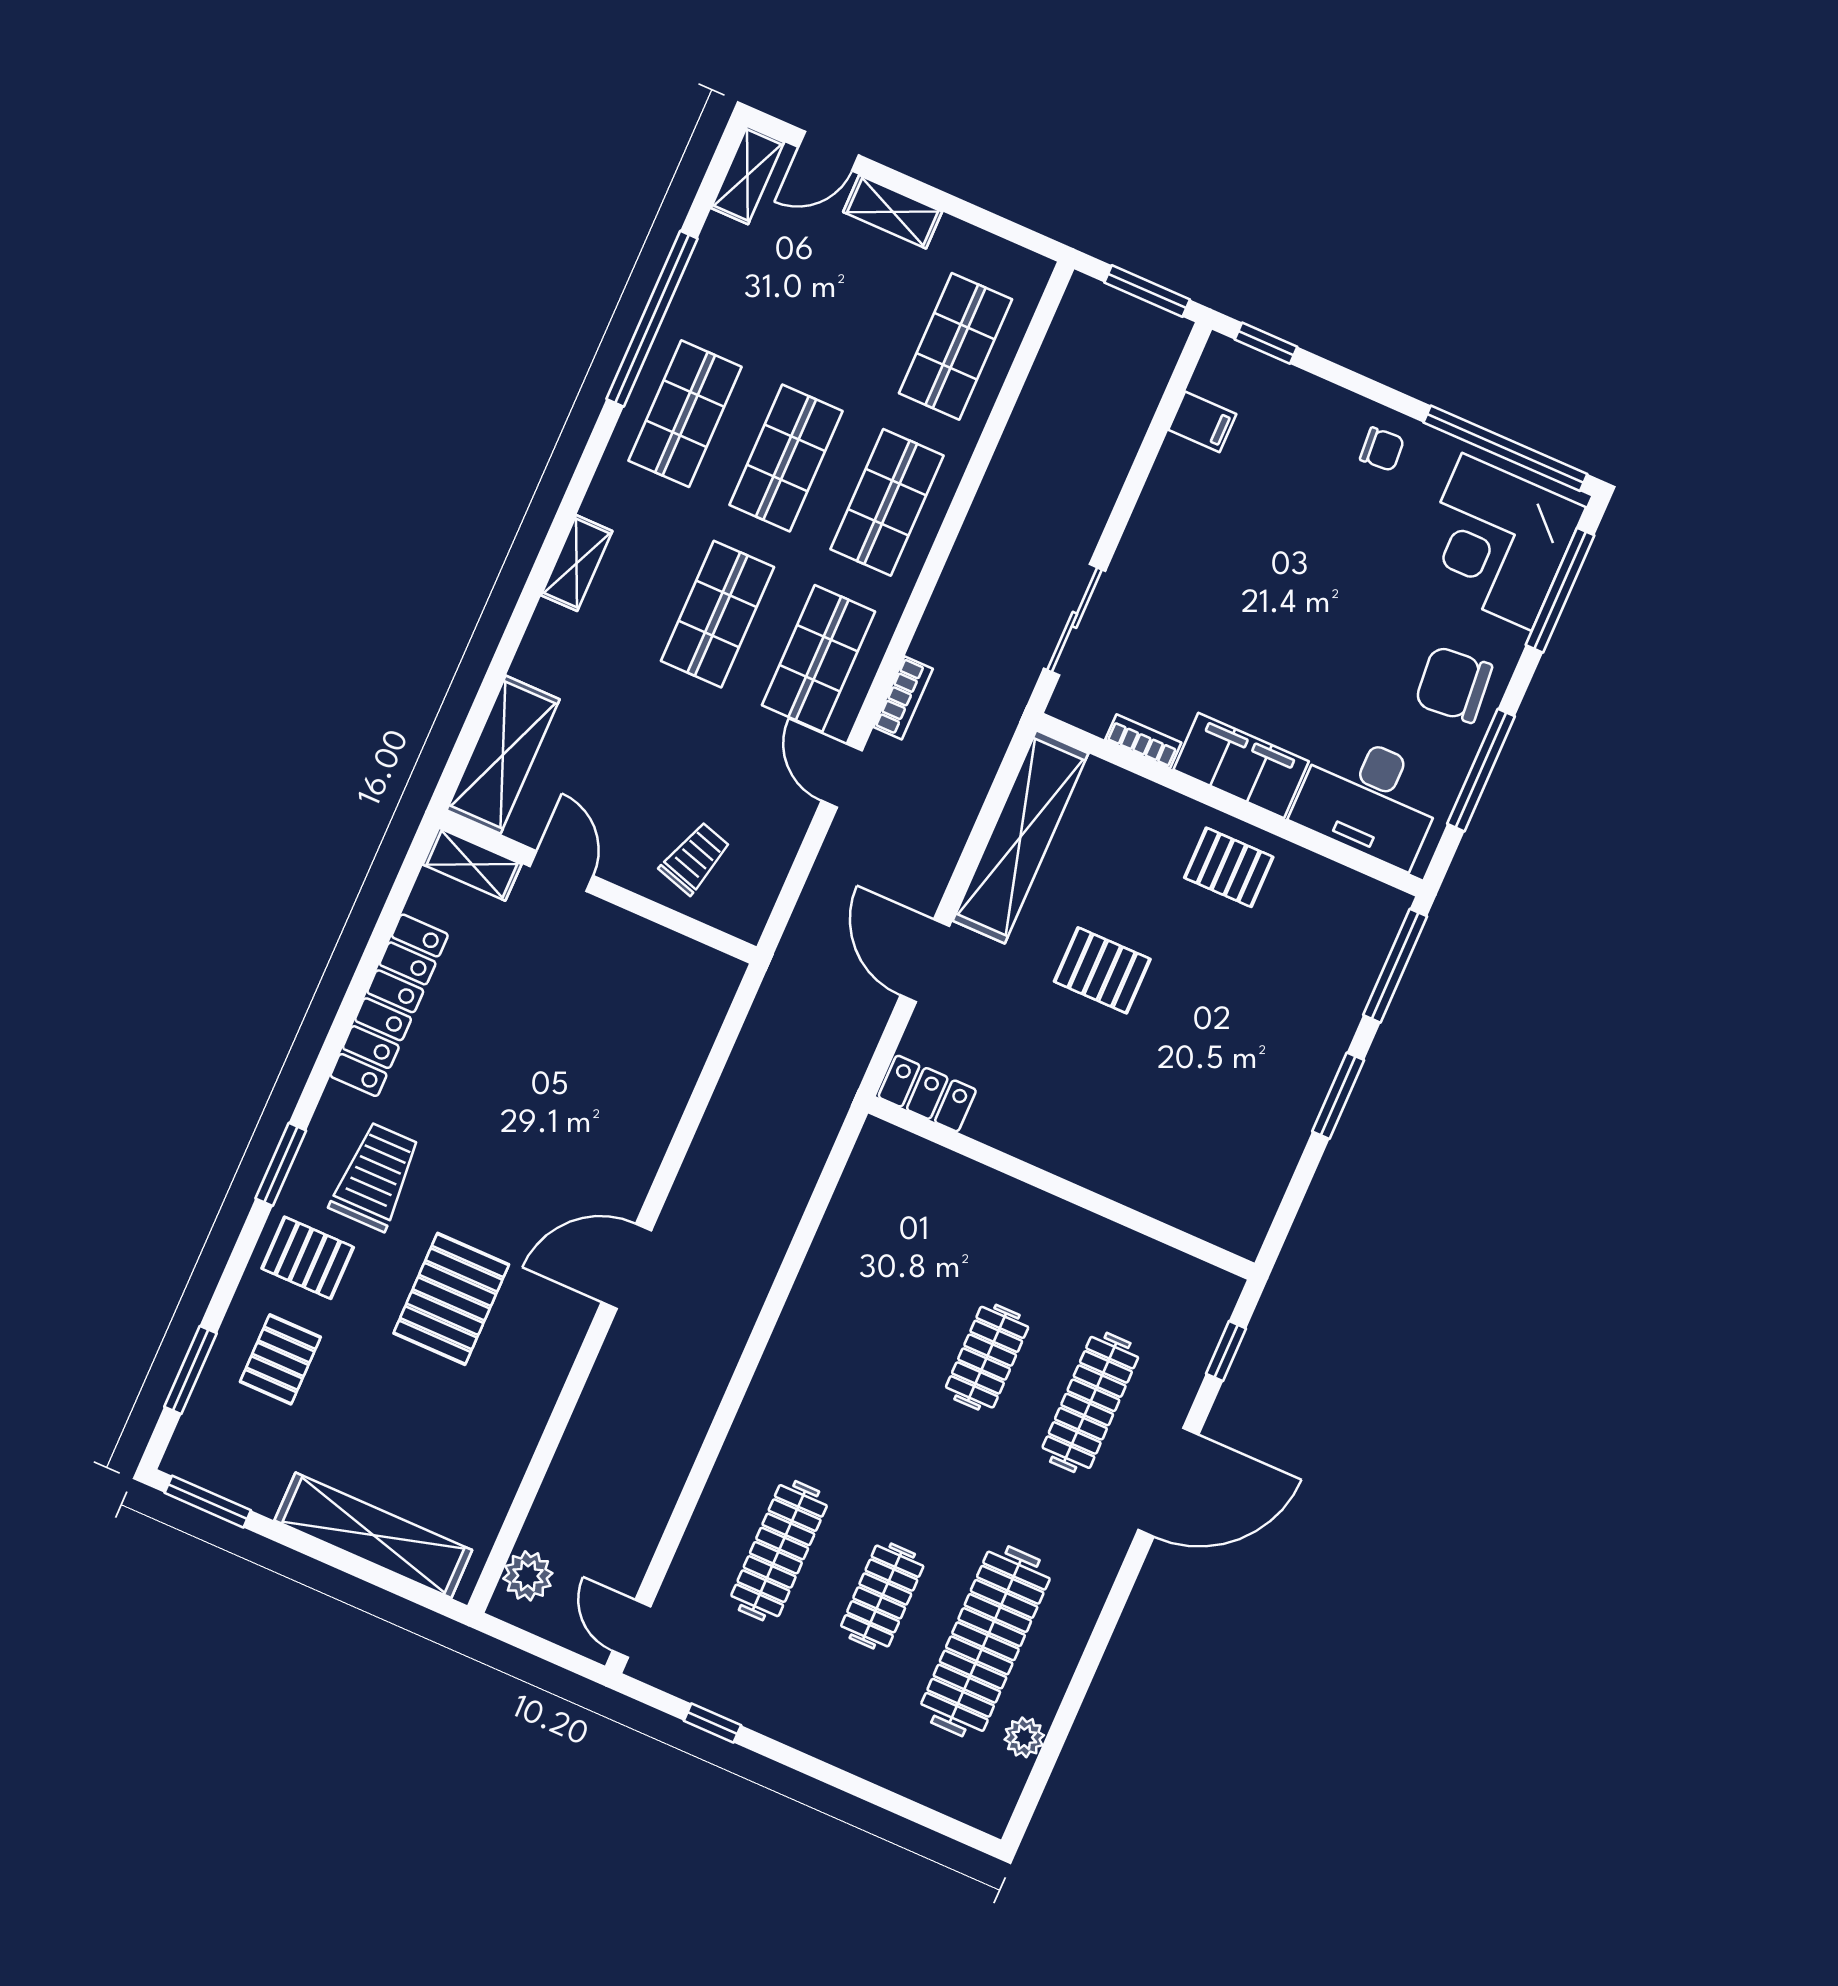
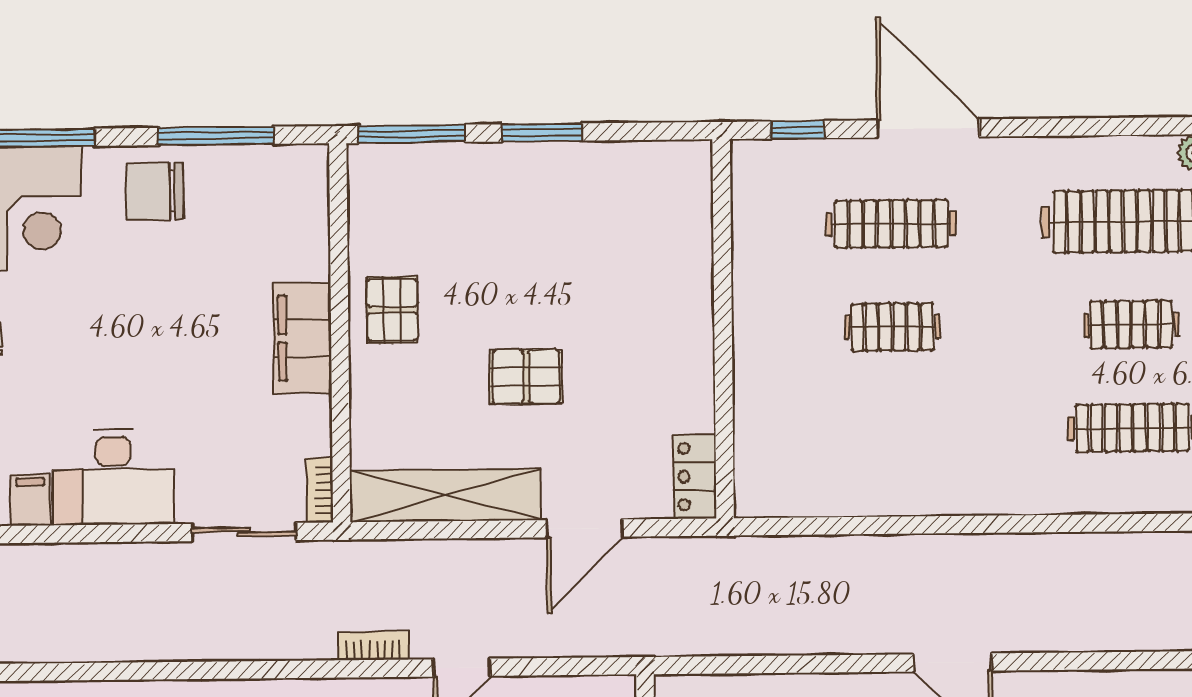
chair: (1454, 684) -> (155, 191), turned 95
bookcase: (1143, 741) -> (320, 490), moved
desk: (1369, 799) -> (113, 477), moved, turned 90
pallet: (1102, 970) -> (526, 377), turned 90

